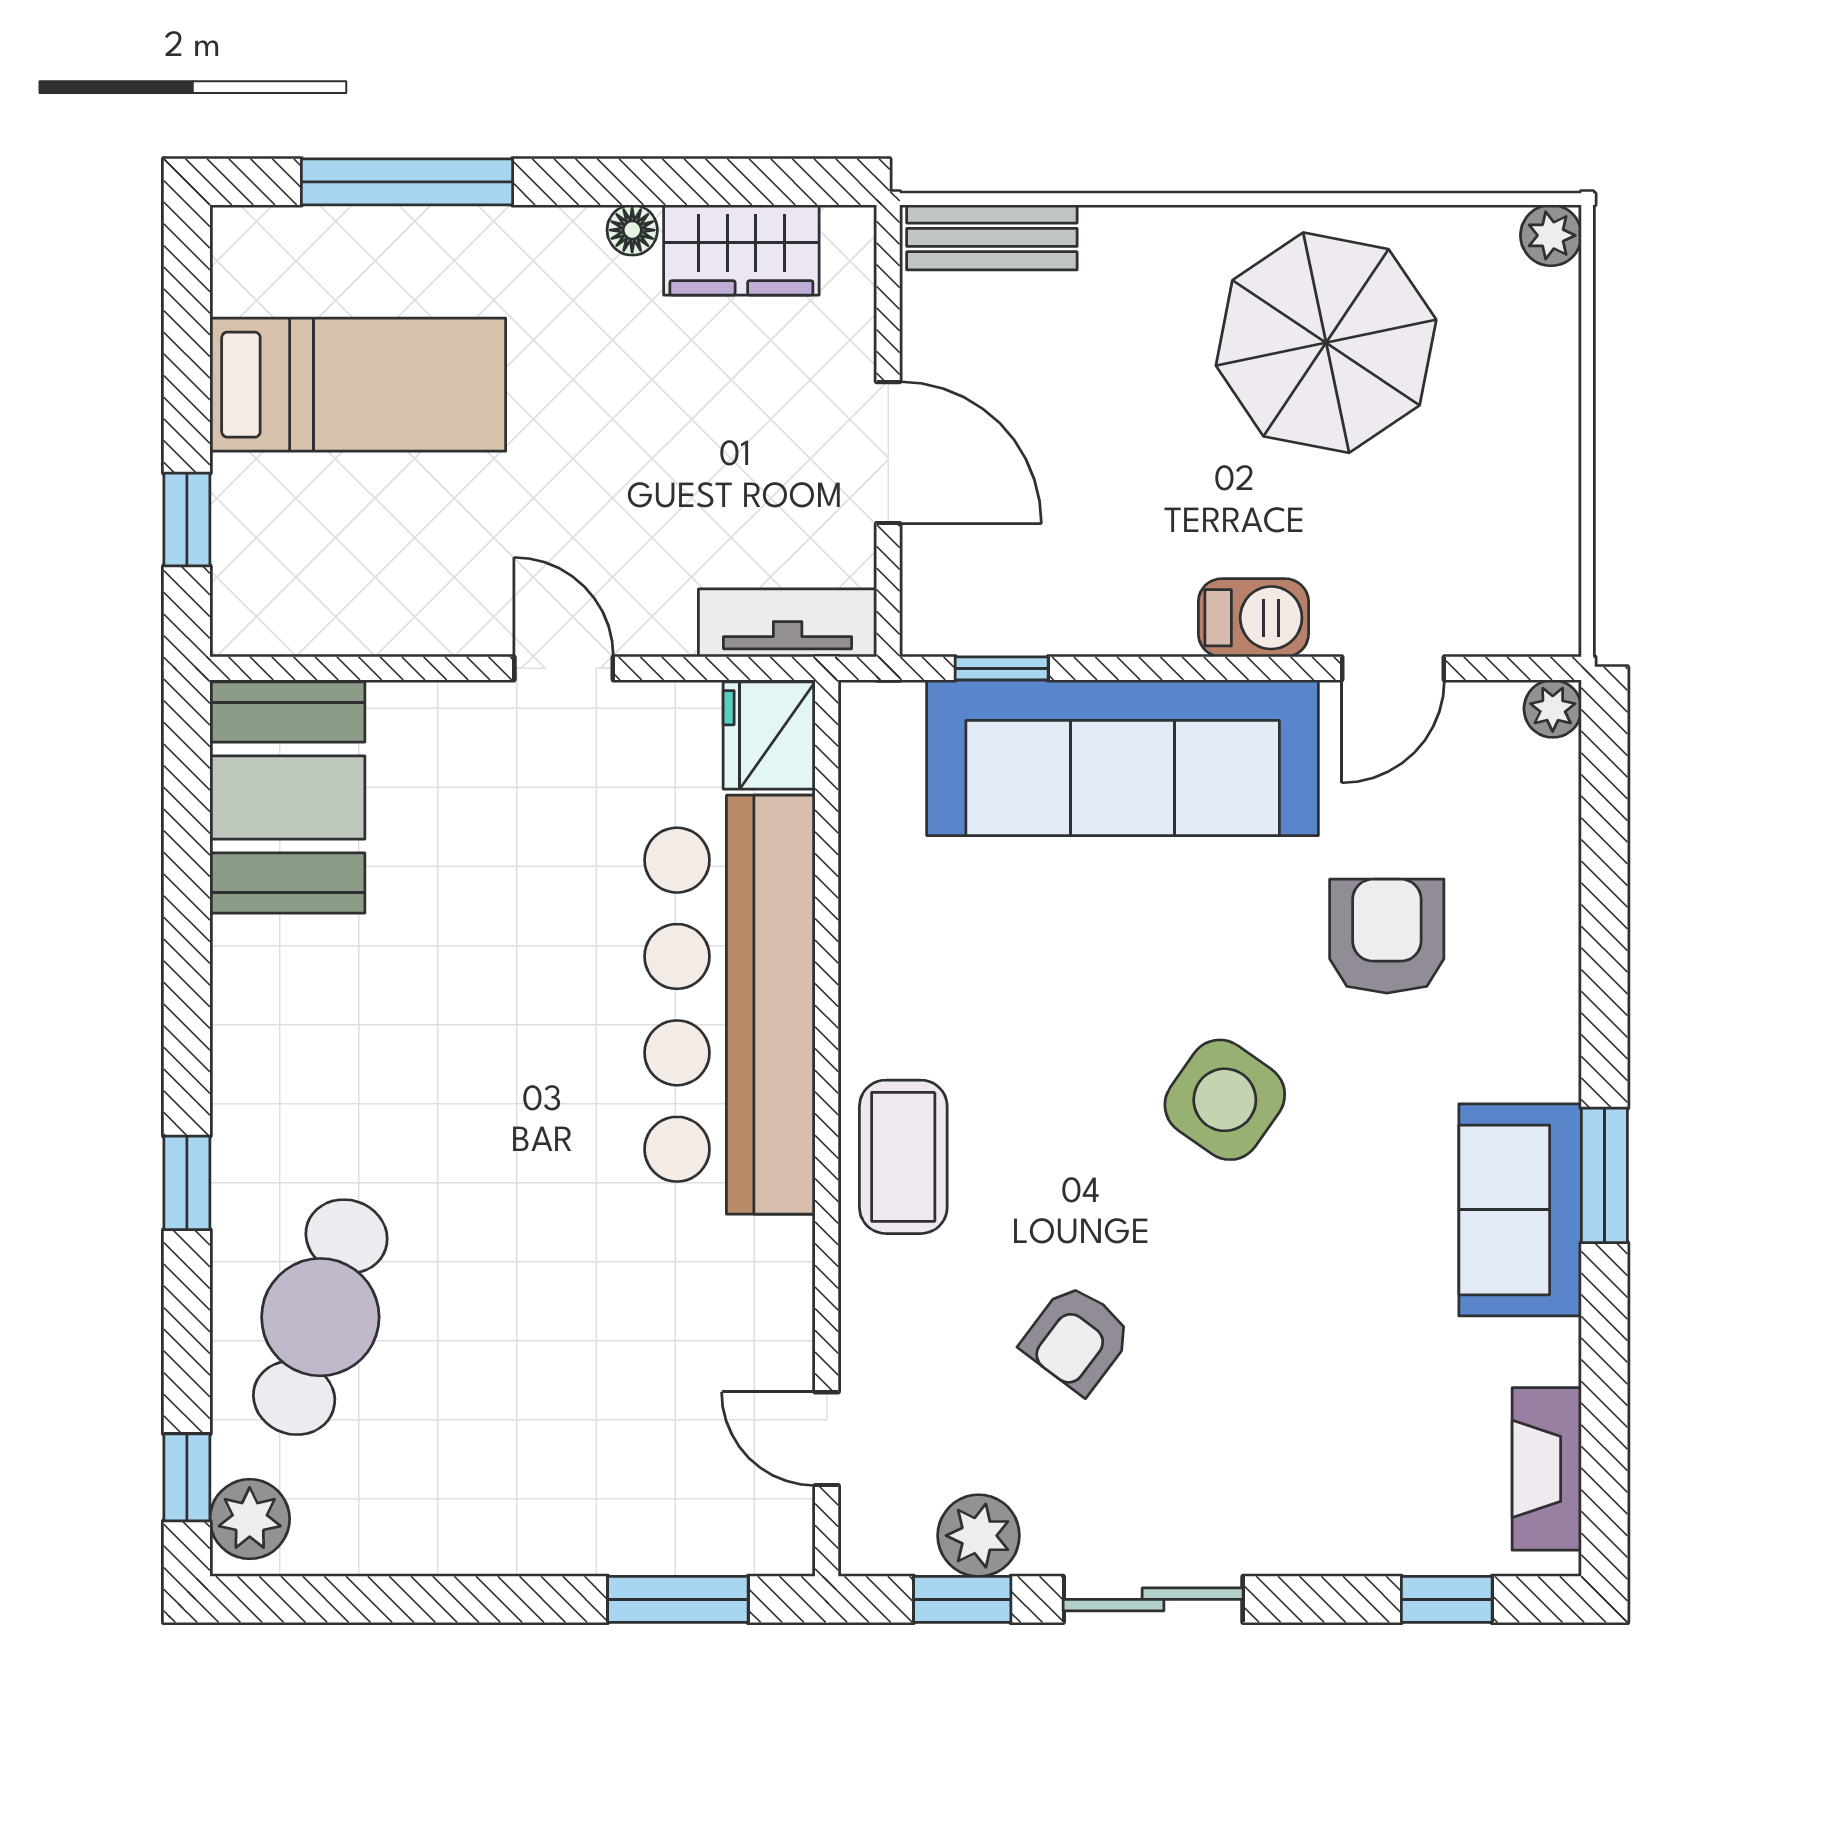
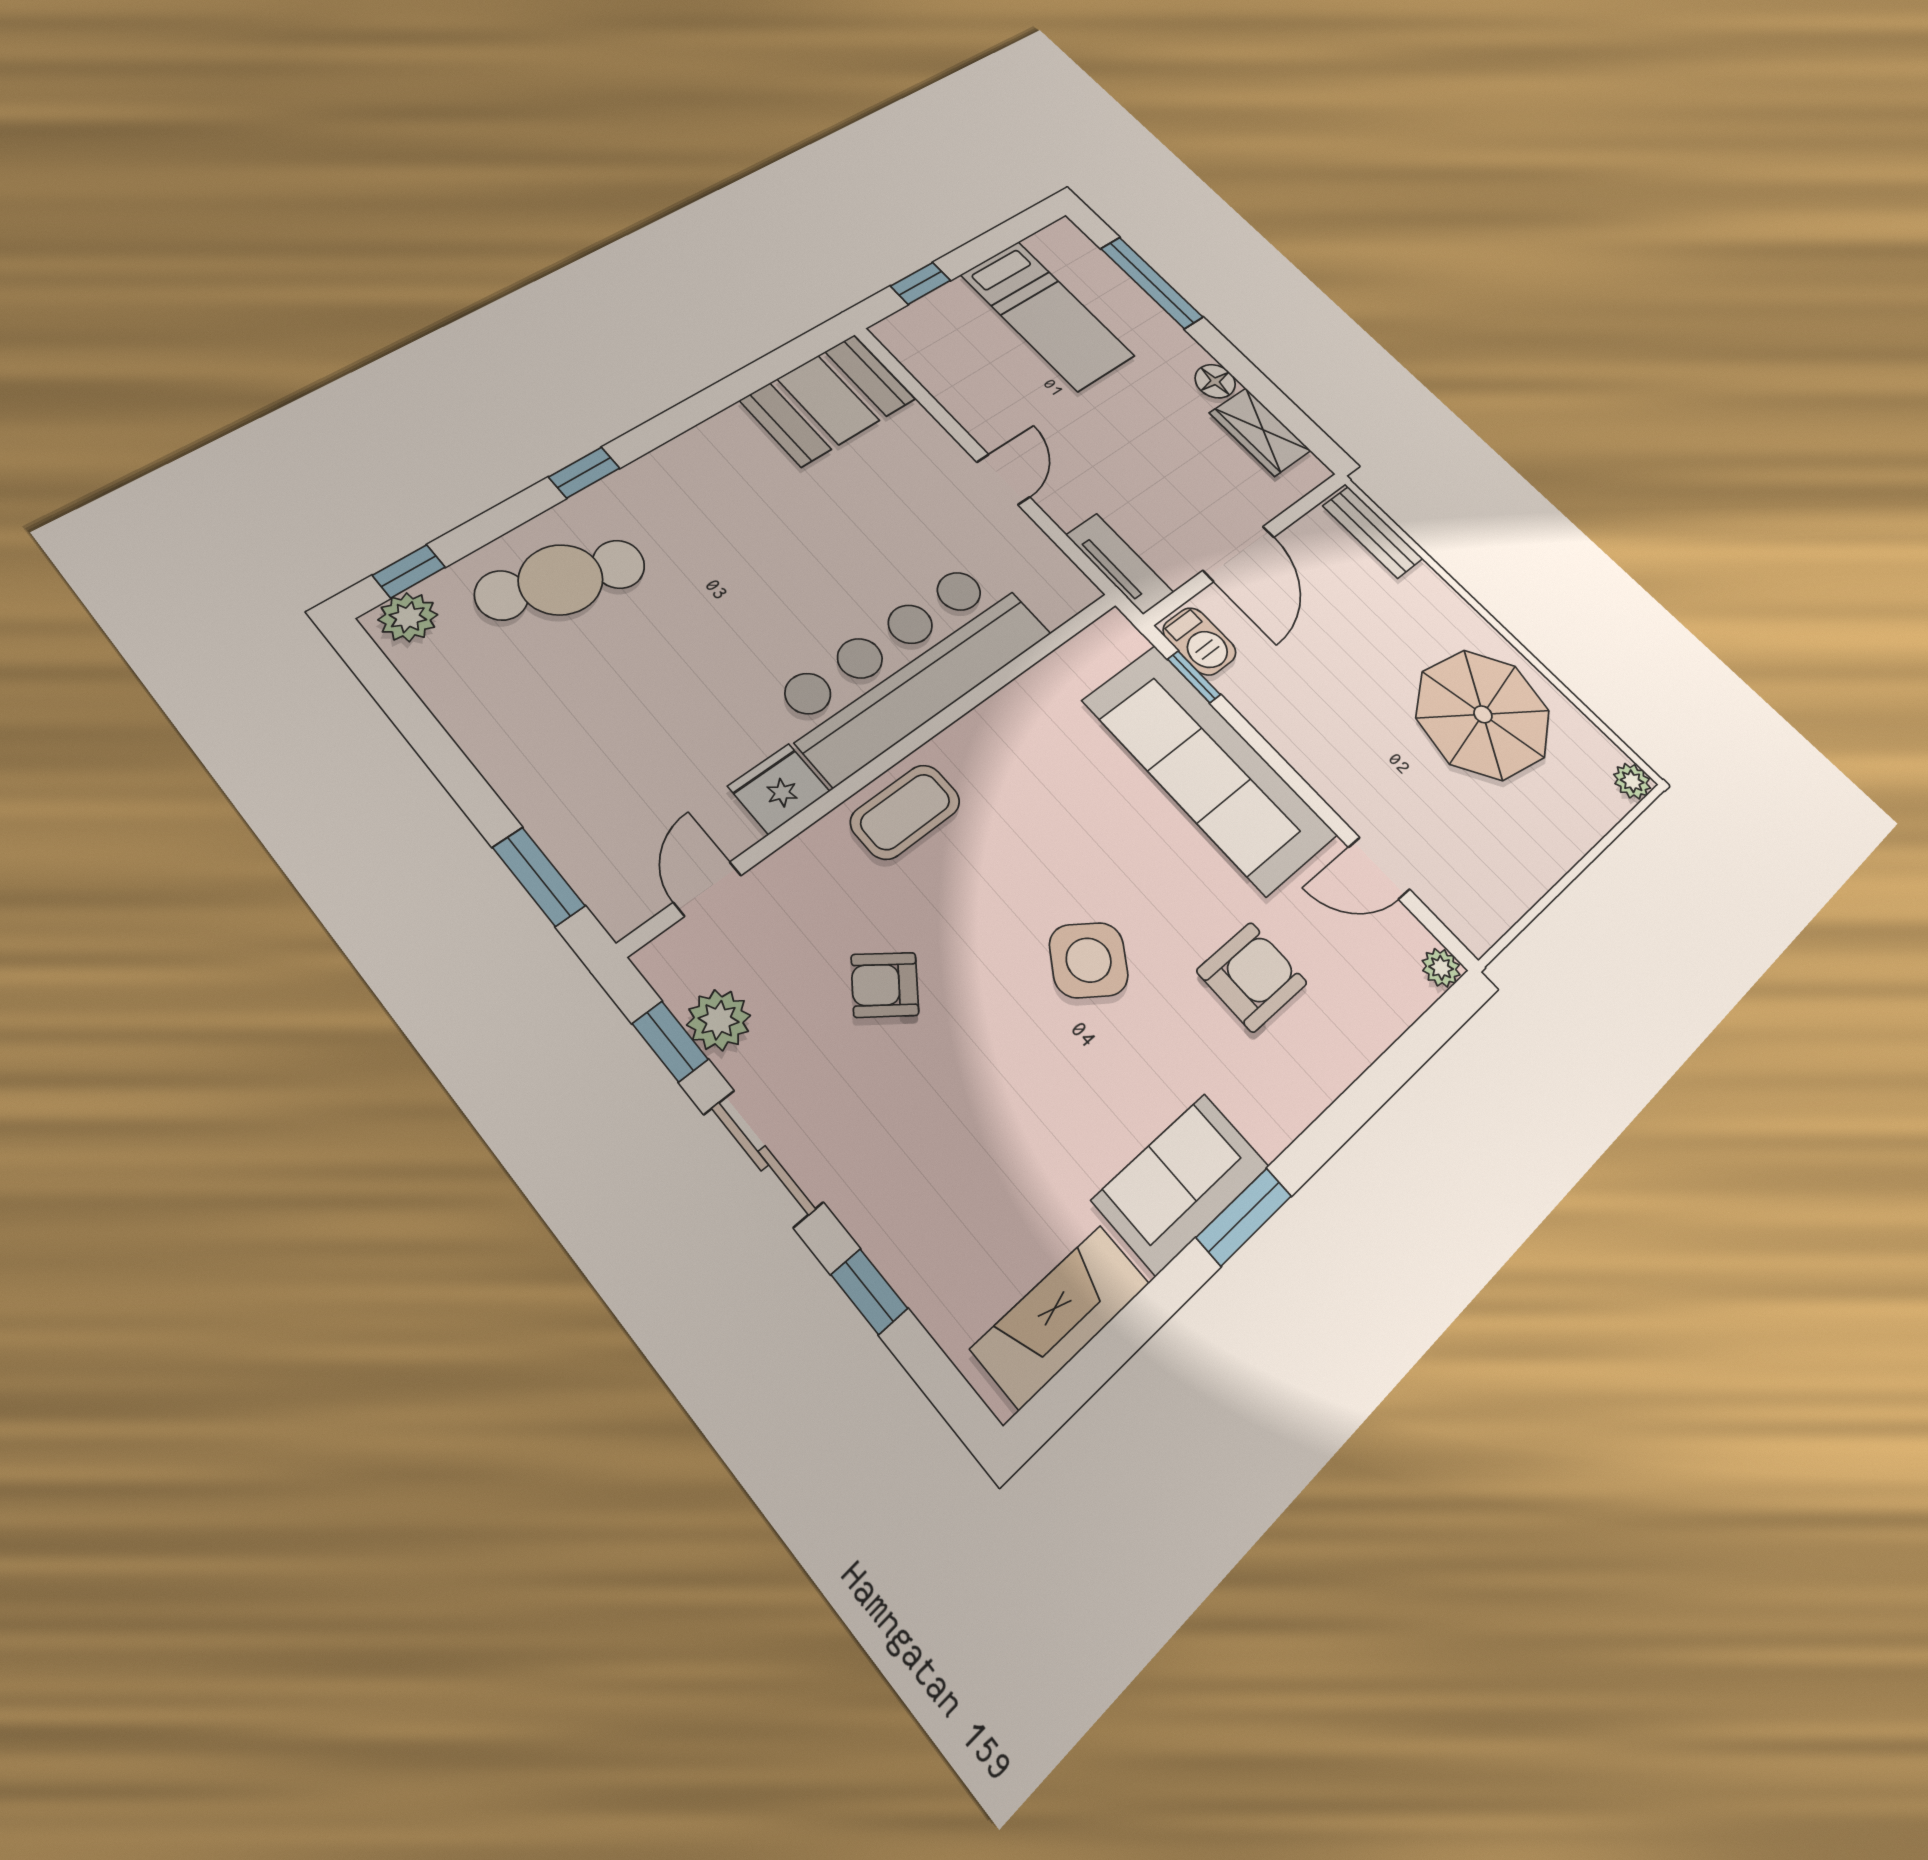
floor lamp: (632, 230) -> (1215, 381), width x1.37, depth x1.37
barbecue: (1253, 618) -> (1199, 641), moved
fridge: (769, 735) -> (779, 789), moved
fireplace: (1547, 1469) -> (1061, 1316), width x1.37, depth x1.32
window: (1447, 1599) -> (869, 1291), moved

